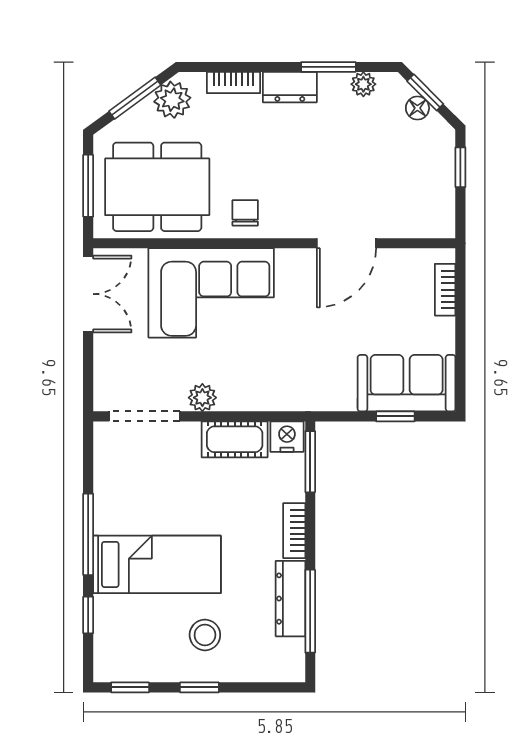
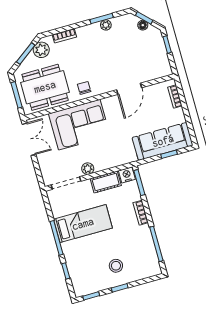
plant: (363, 84) -> (106, 25), moved
dresser: (290, 87) -> (88, 31), removed
sofa: (407, 383) -> (163, 141), width x1.36
bed: (157, 564) -> (83, 224), moved
dresser: (291, 599) -> (147, 241), removed

